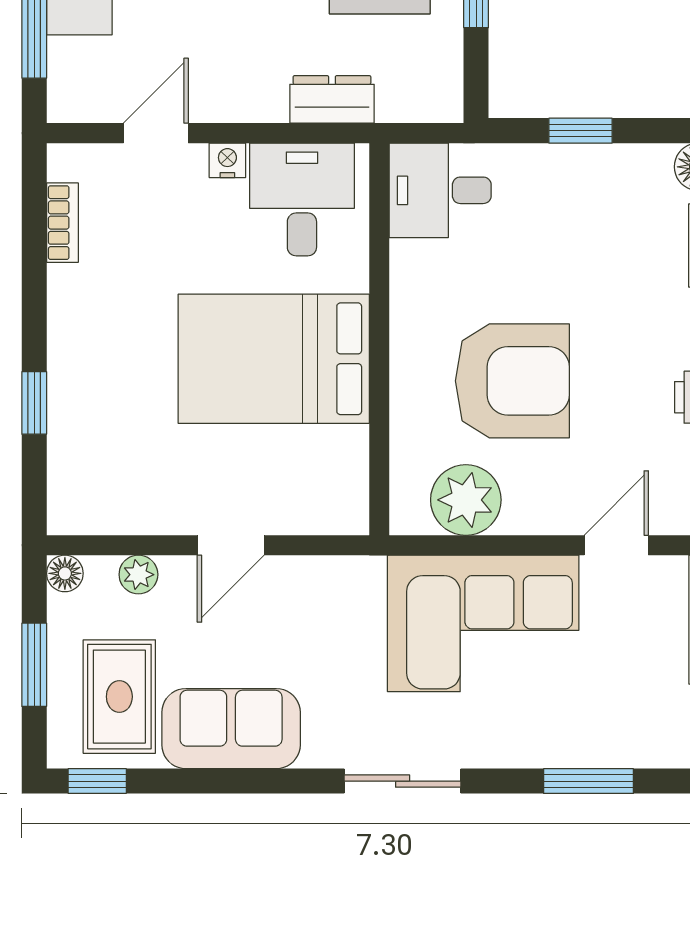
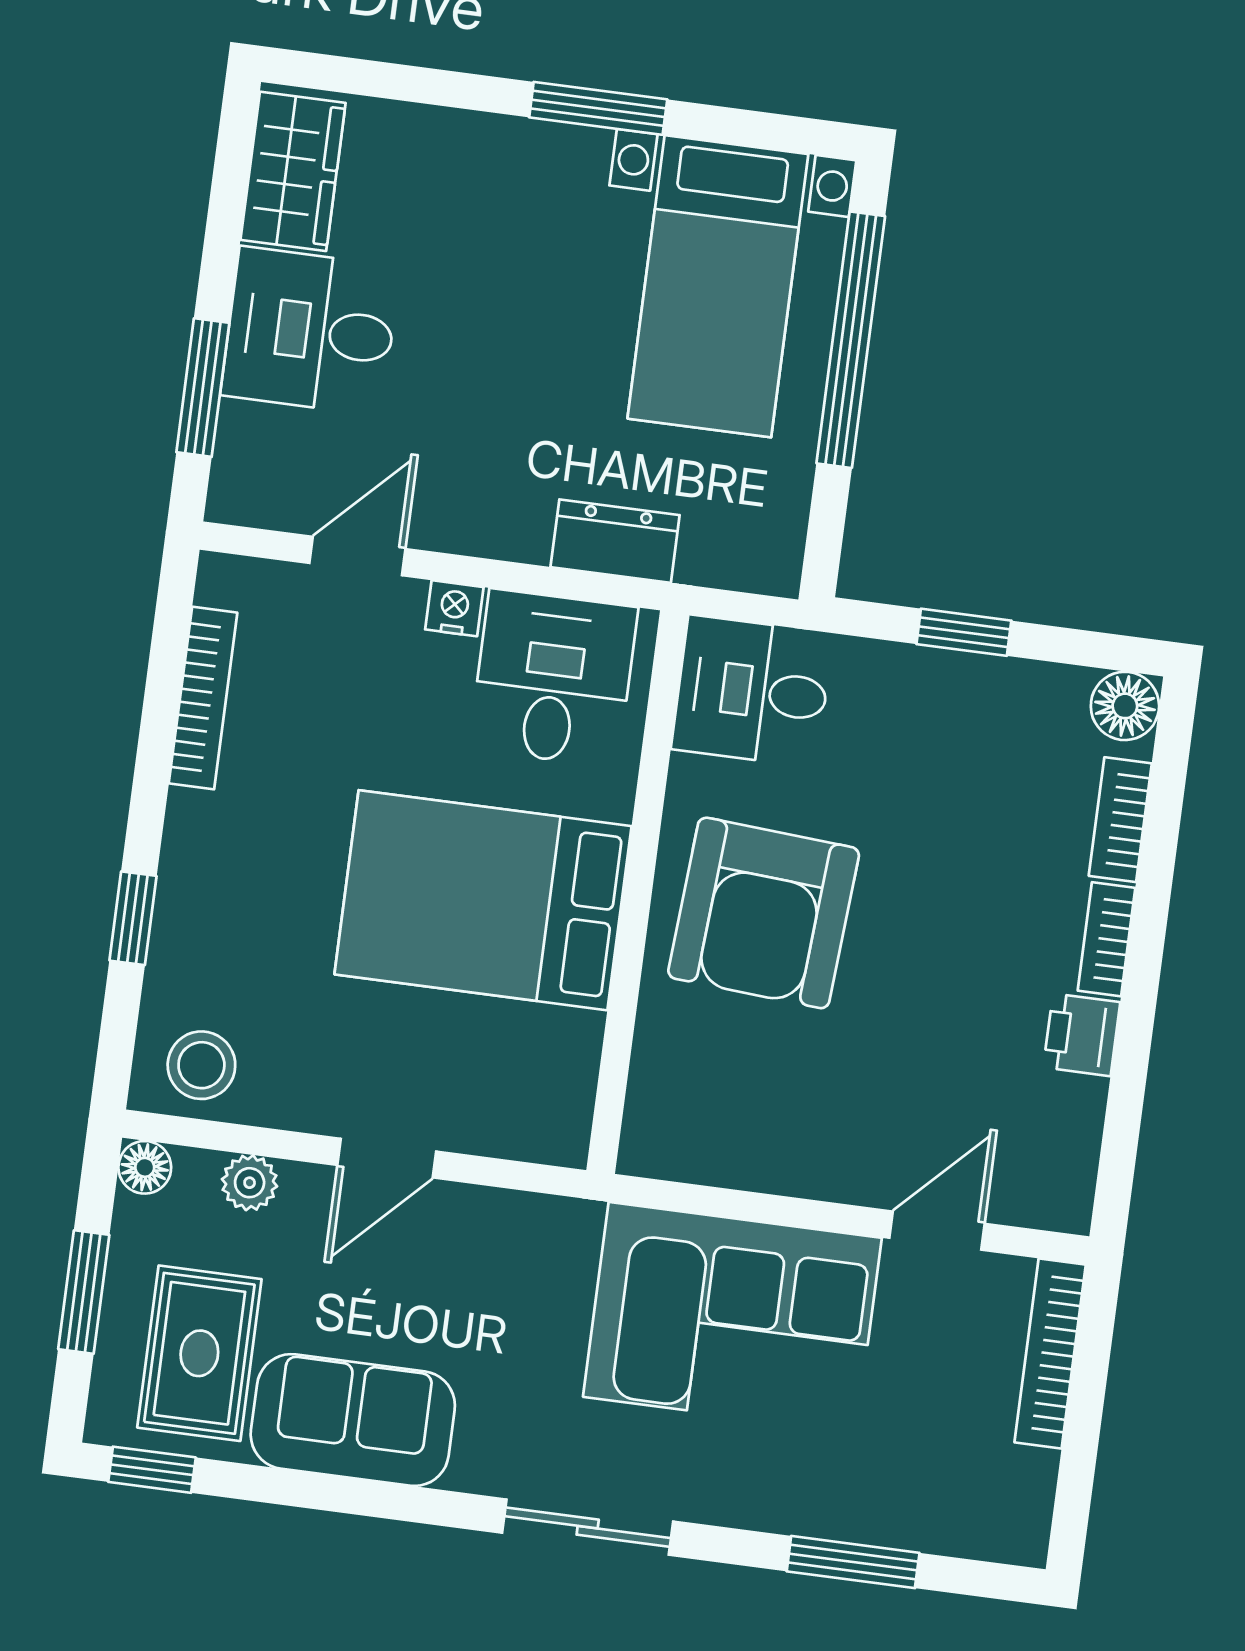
bookcase: (62, 223) -> (203, 698), width x1.56
armchair: (512, 381) -> (764, 913), moved, turned 94
stool: (95, 498) -> (201, 1065), added
plant: (466, 500) -> (731, 1138), removed

